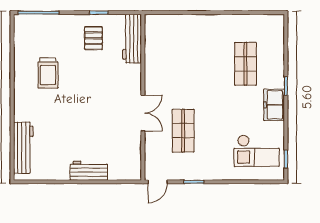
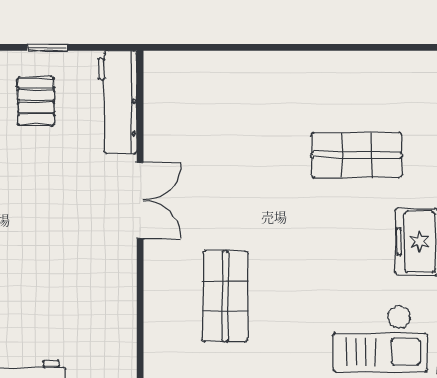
shop shelf: (245, 64) -> (357, 155), turned 90
double door: (143, 113) -> (140, 201), moved

